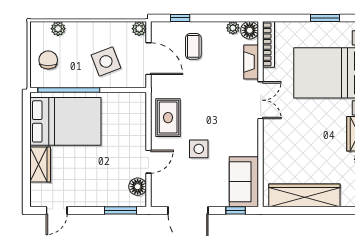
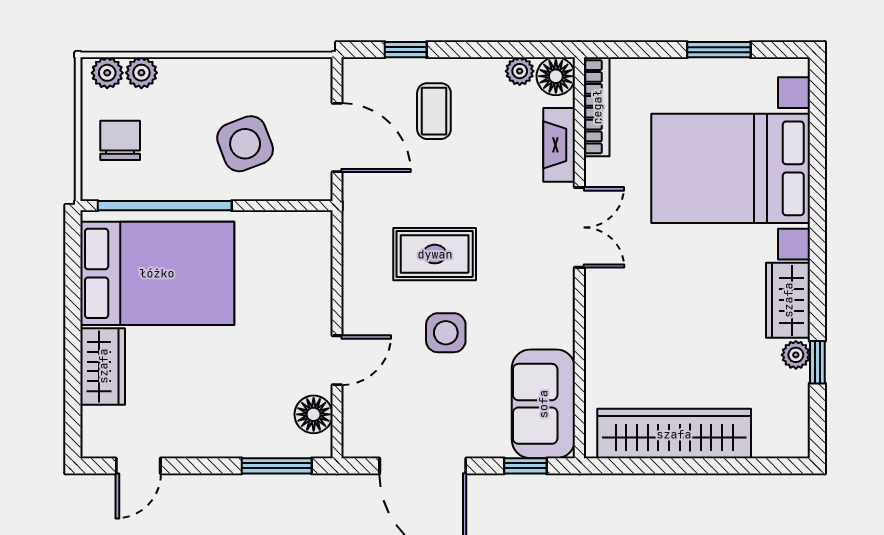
plant: (139, 29) -> (107, 73), moved
rug: (168, 118) -> (435, 254), moved, turned 90

